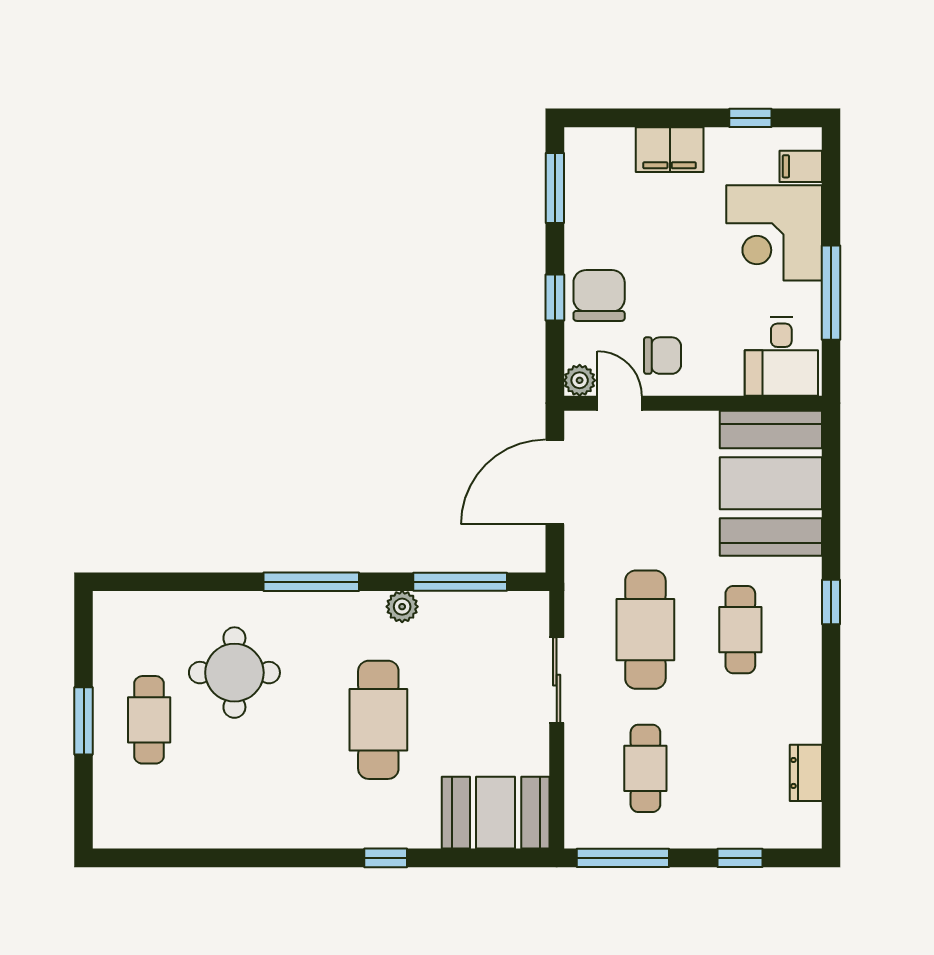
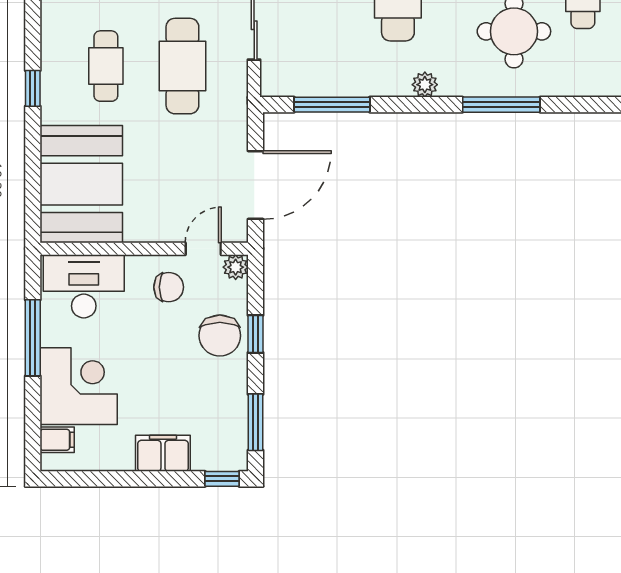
window: (750, 118) -> (222, 479), moved
chair: (663, 356) -> (169, 287), turned 180
desk: (781, 357) -> (84, 286), width x1.37
door: (620, 403) -> (203, 249), swing flipped
window: (311, 582) -> (501, 105), moved
plant: (402, 607) -> (425, 85), moved

